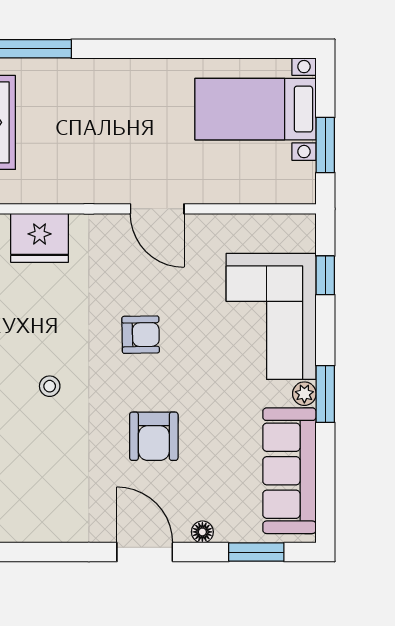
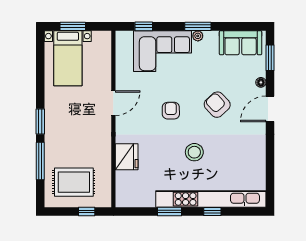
window: (117, 49) -> (40, 121), added
window: (325, 145) -> (73, 26), moved
stool: (50, 386) -> (194, 152), width x1.89, depth x1.89
armchair: (154, 436) -> (217, 105), turned -133
sofa: (289, 471) -> (241, 43), width x0.73

